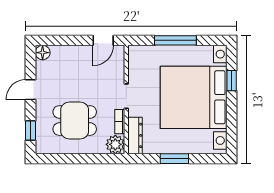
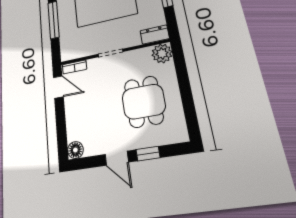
bookcase: (120, 122) -> (74, 67), moved
window: (30, 130) -> (148, 154), moved
dresser: (135, 135) -> (155, 35), width x0.70

